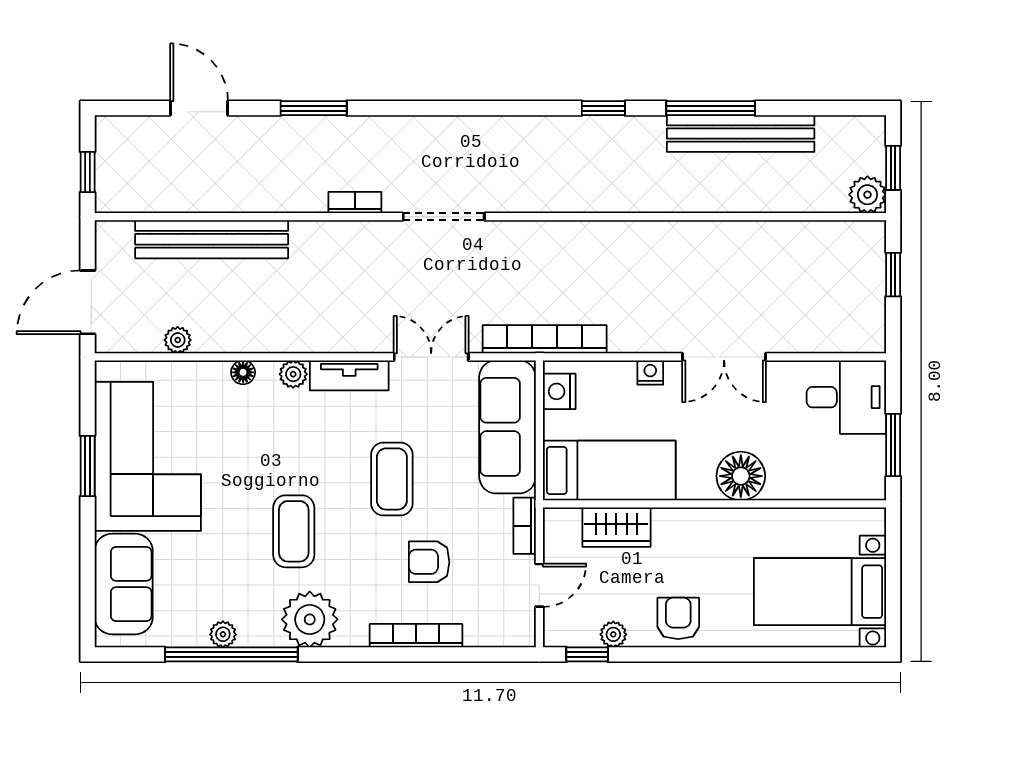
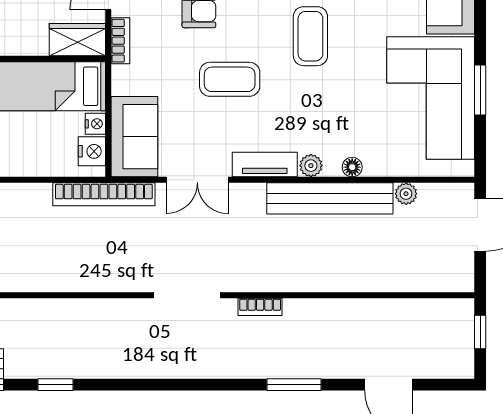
bench: (212, 239) -> (330, 198), moved
nightstand: (650, 373) -> (95, 124), moved, turned -90
sofa: (508, 427) -> (134, 137), width x0.73
coffee table: (392, 479) -> (230, 79), turned 90
wardrobe: (616, 527) -> (77, 40), moved

